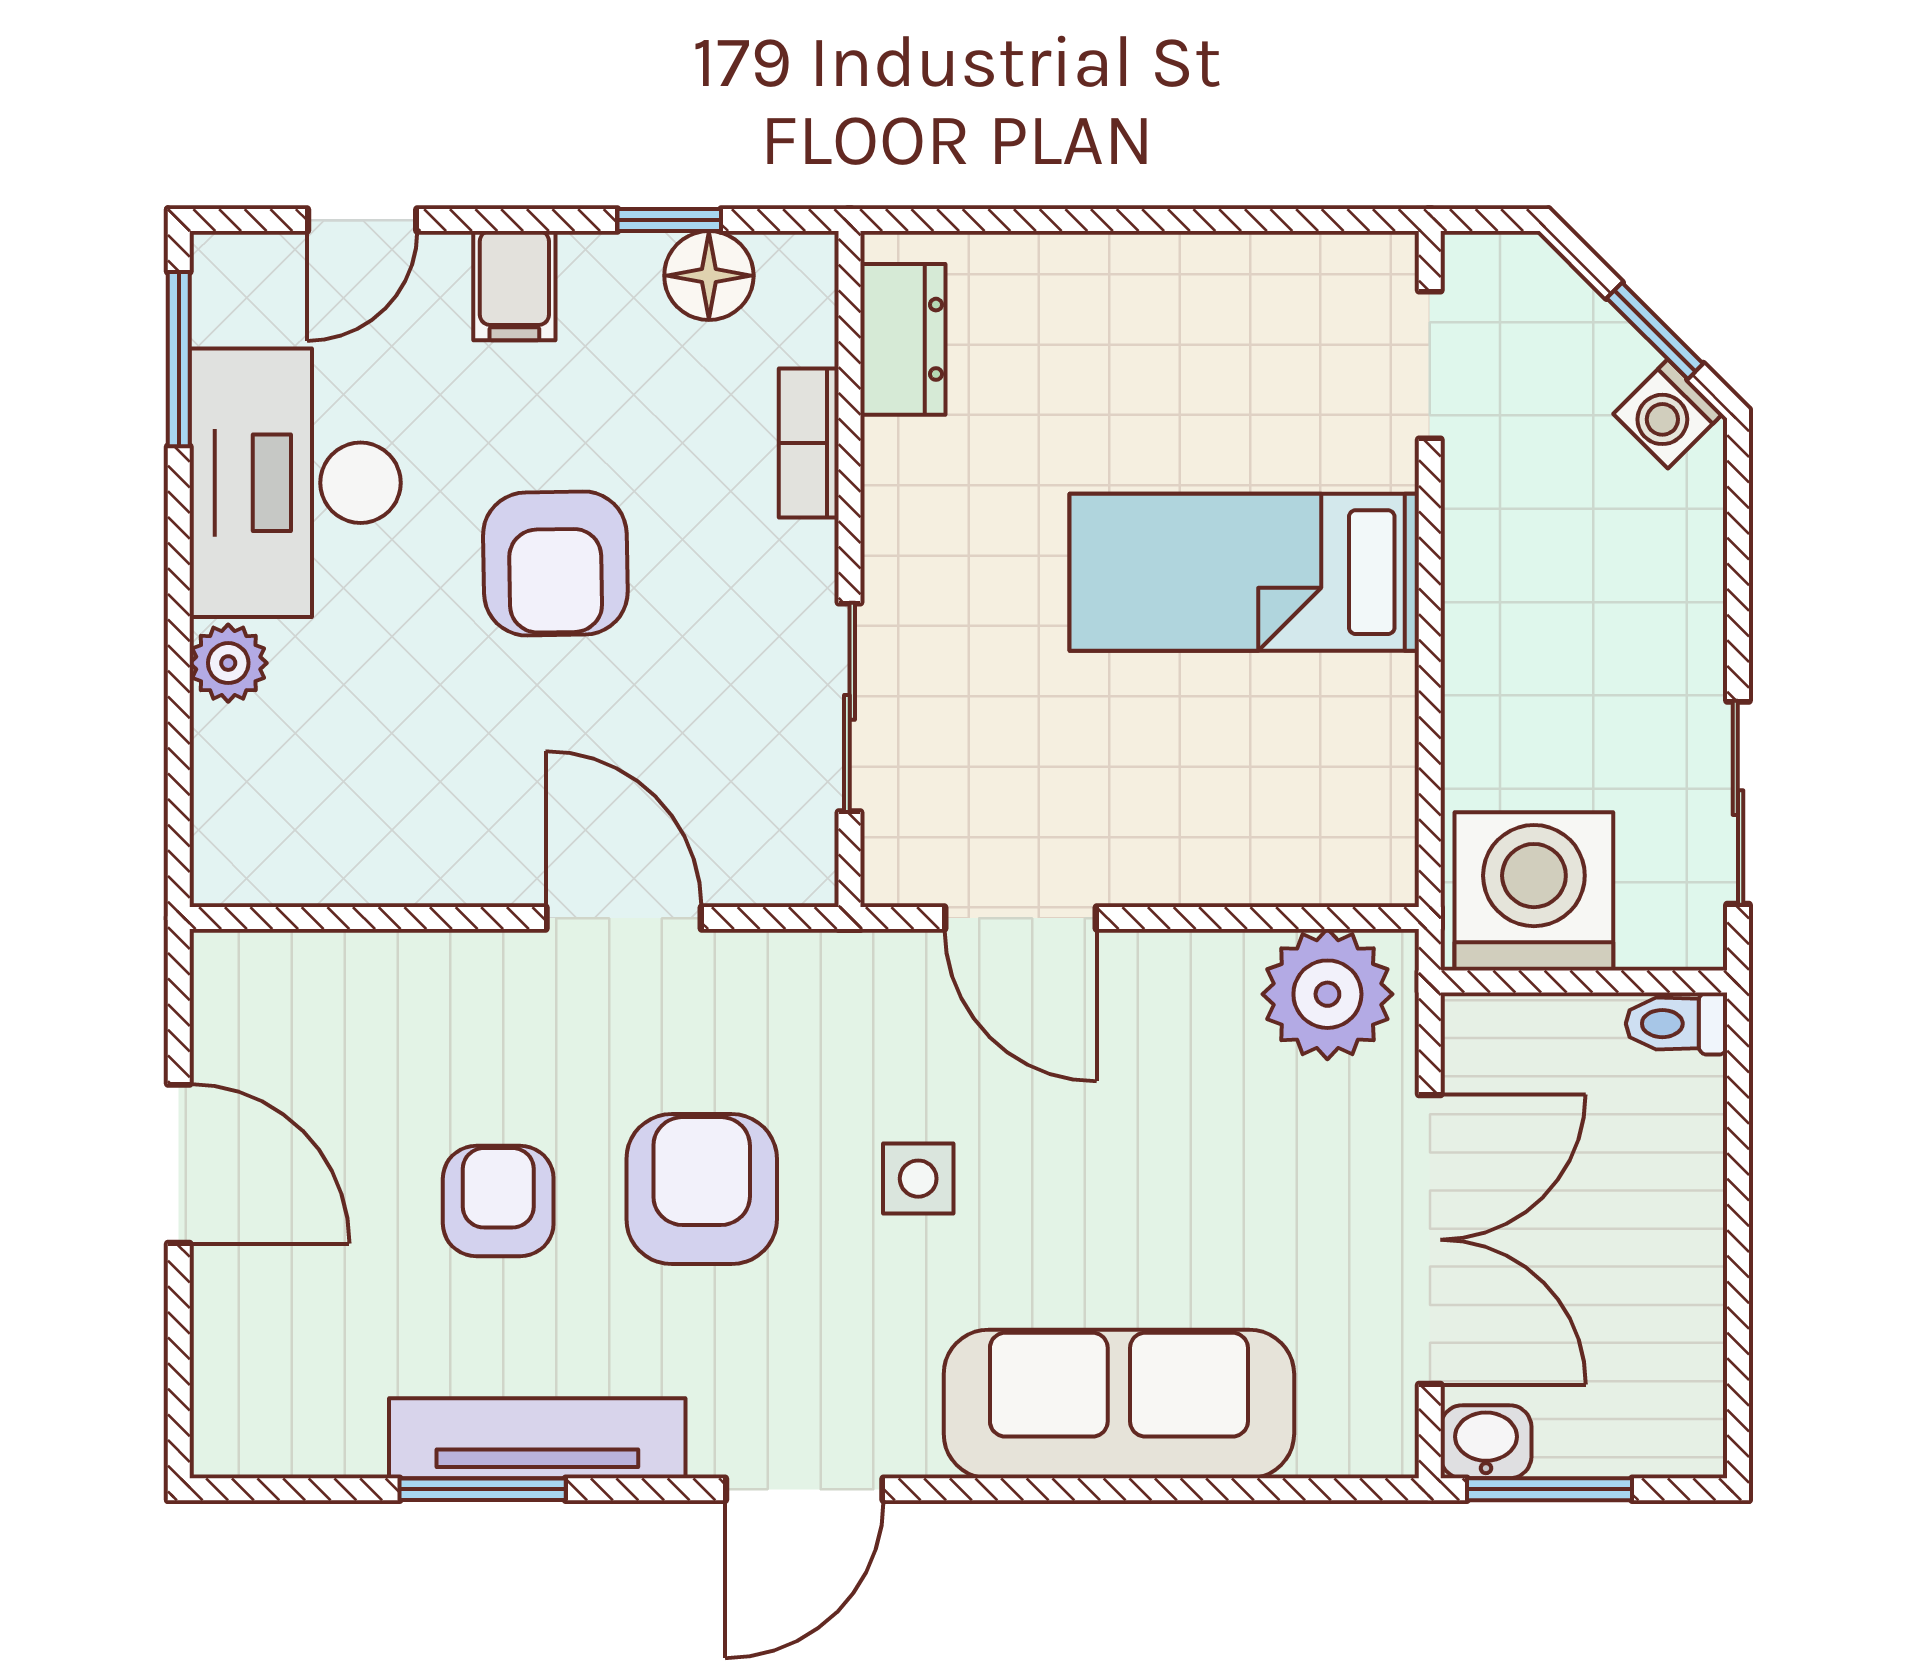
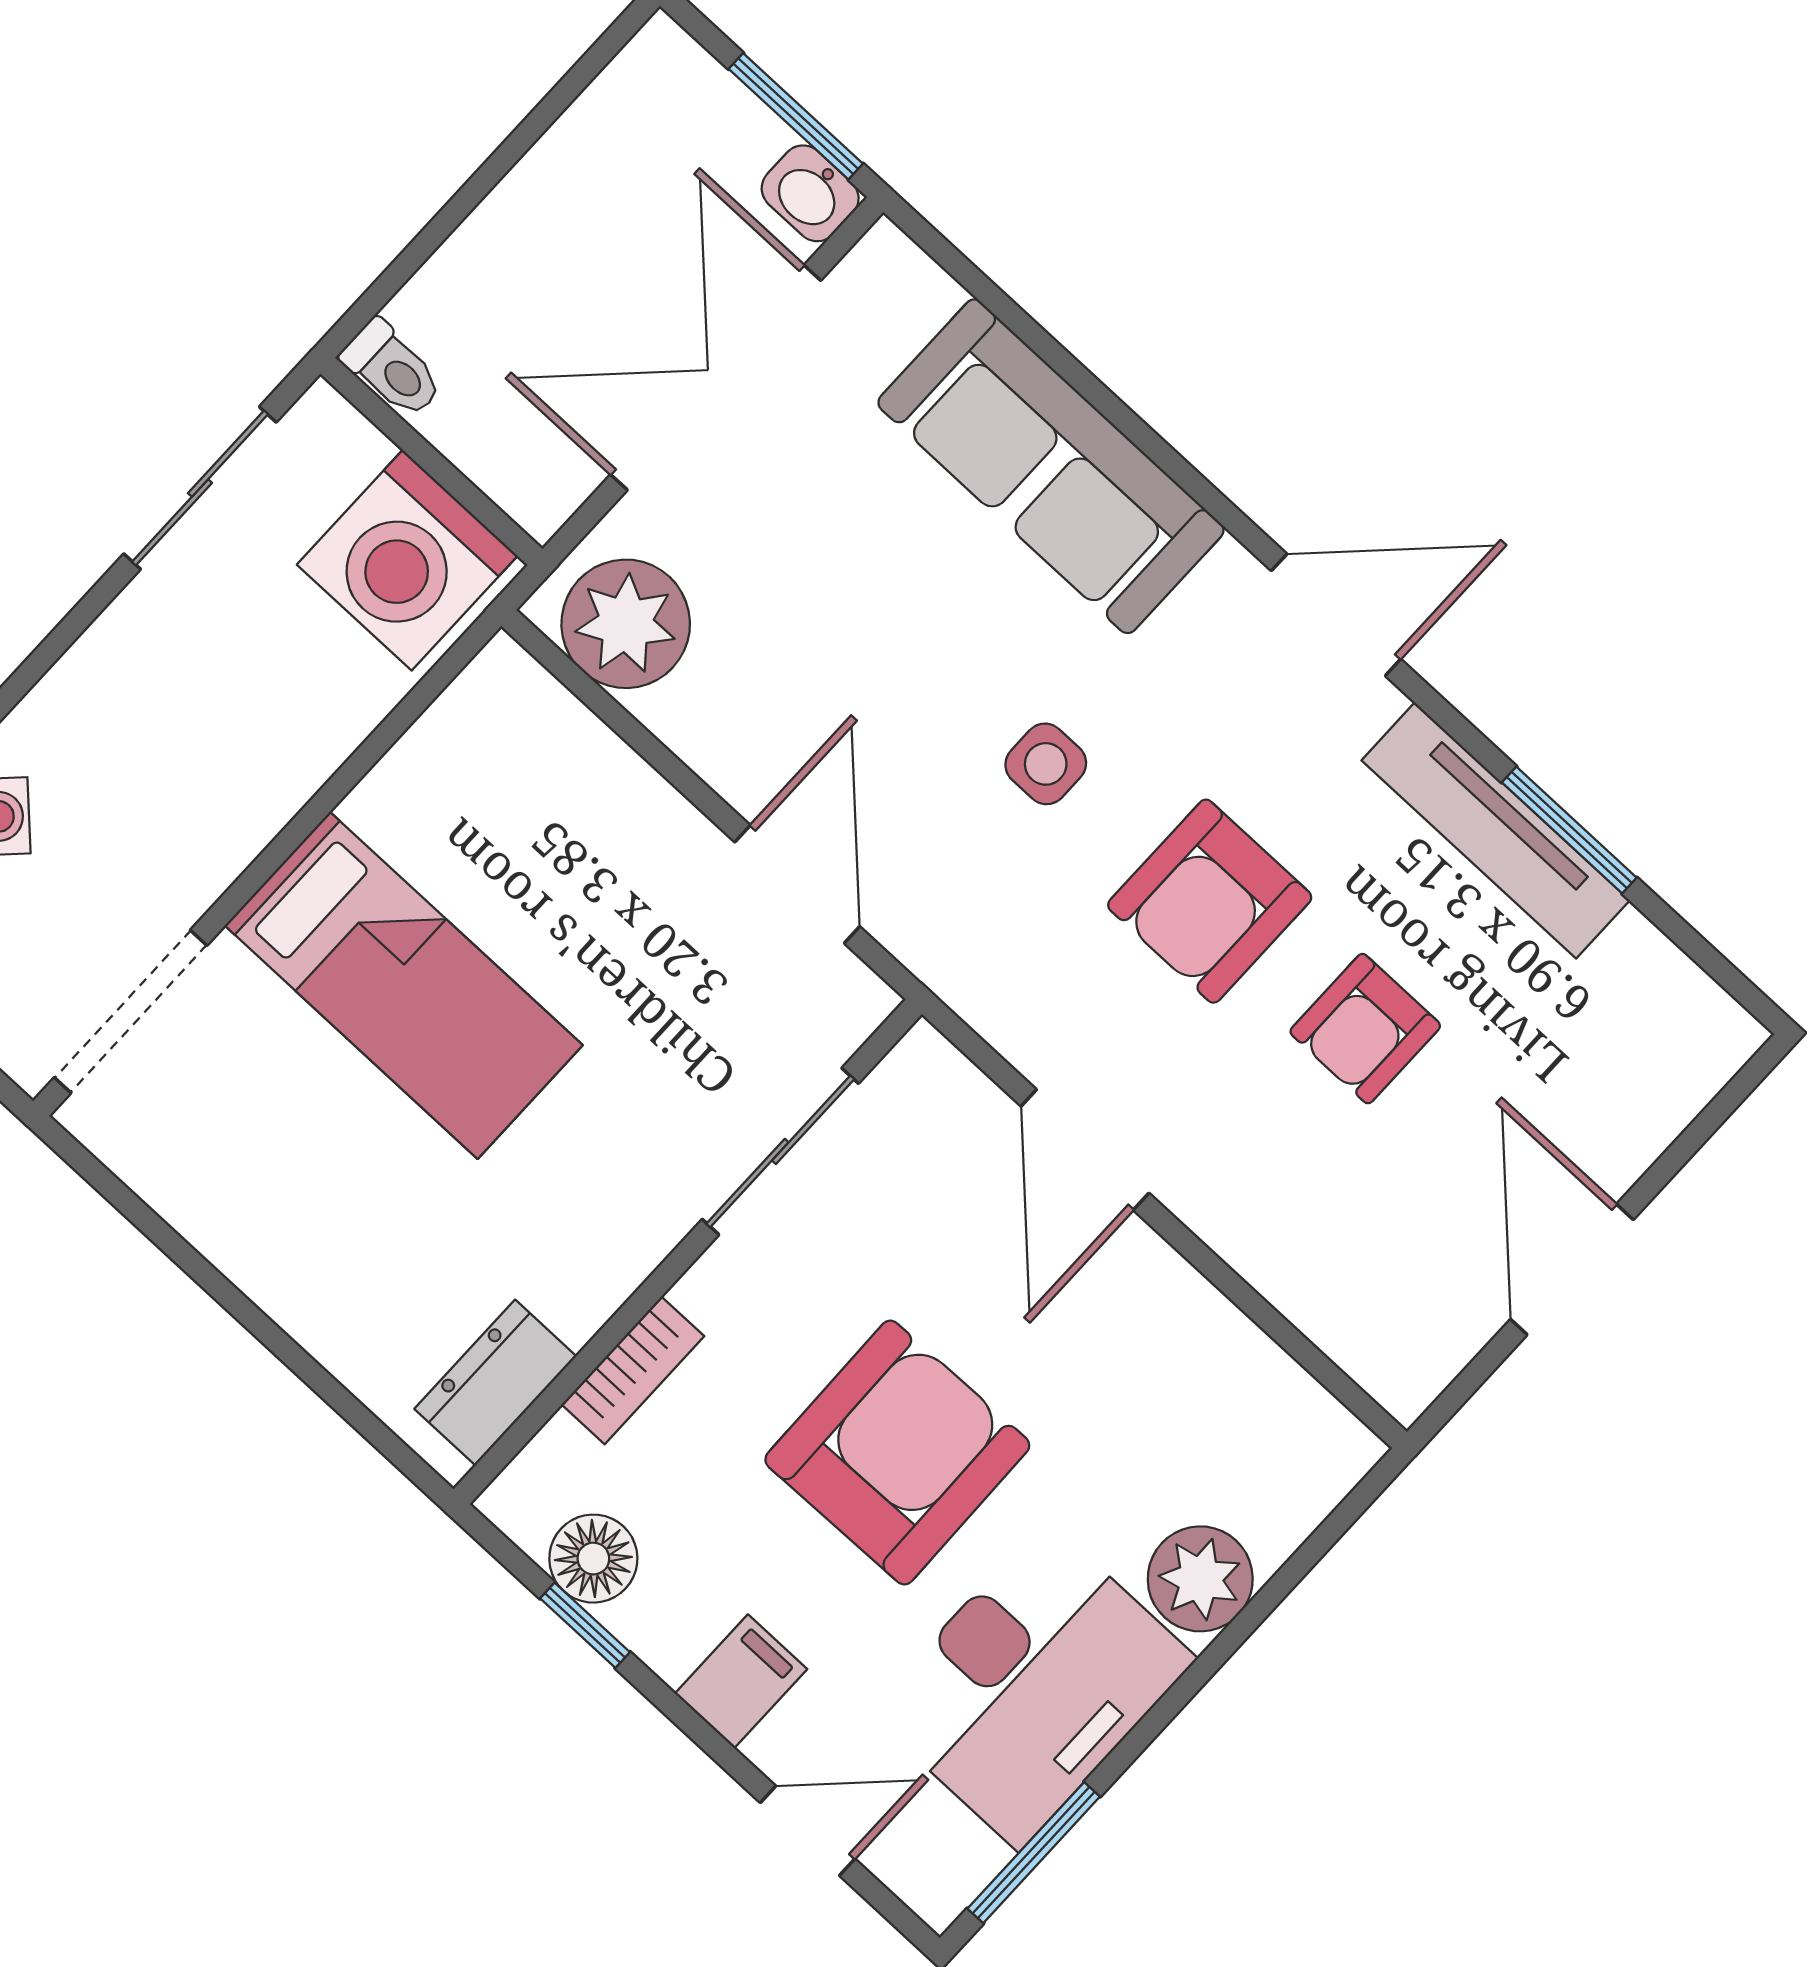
doorway: (1430, 365) -> (131, 1012), width x1.38
armchair: (555, 564) -> (897, 1452), width x1.36, depth x1.36
plant: (228, 663) -> (1200, 1579), width x1.38, depth x1.38

